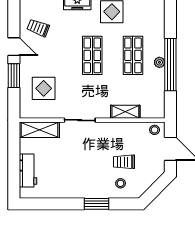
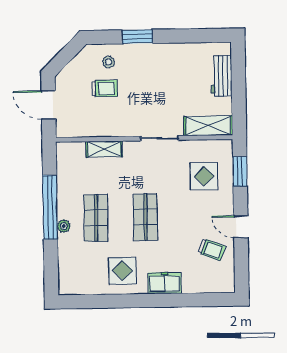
plant: (159, 62) -> (64, 226), moved
window: (14, 76) -> (240, 172), moved
stool: (155, 130) -> (68, 128), removed

